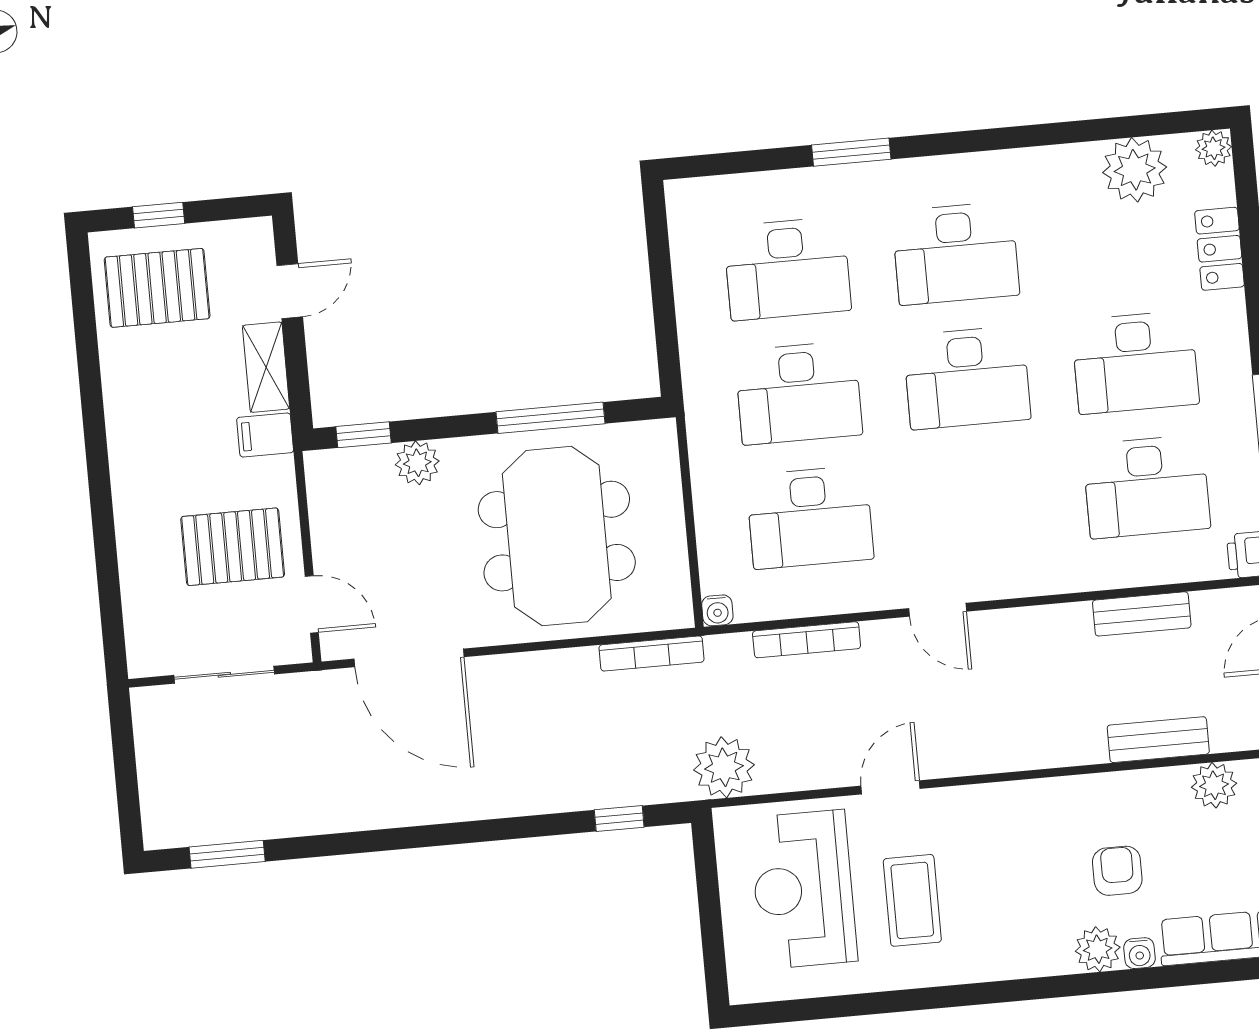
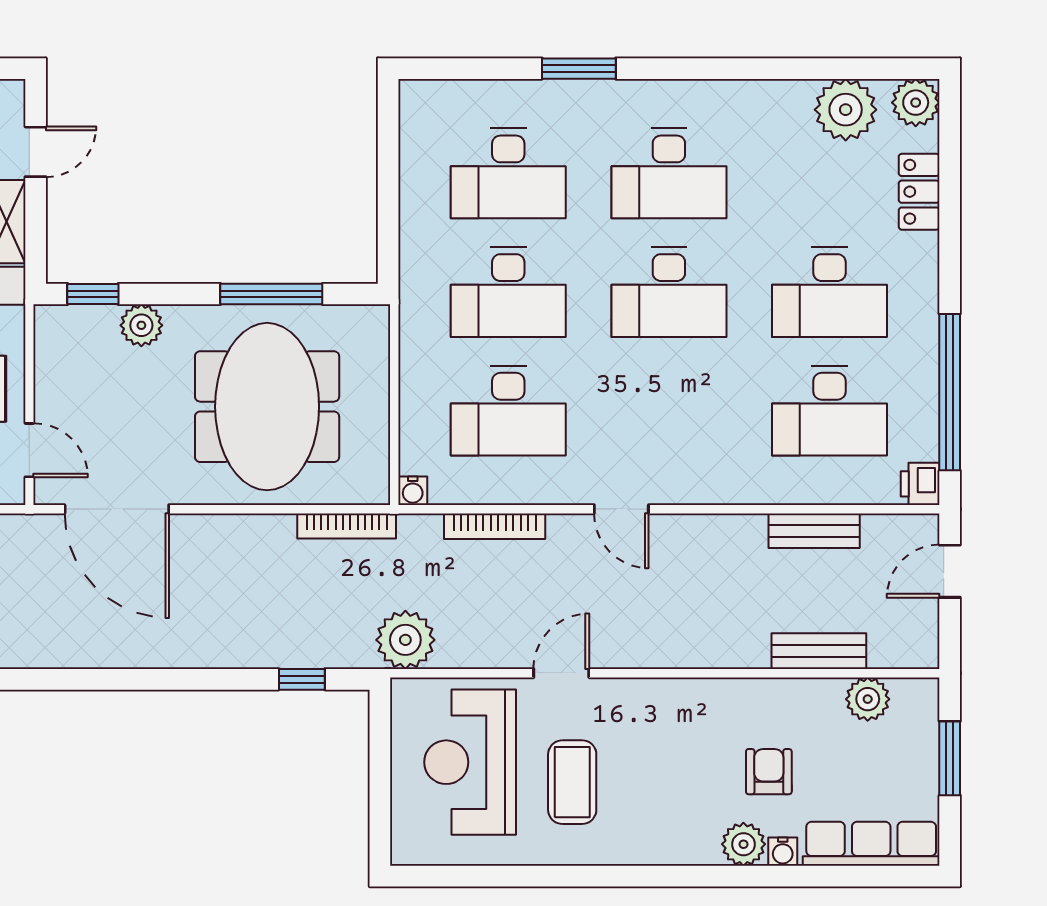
plant: (1214, 148) -> (916, 103), width x1.38, depth x1.38

